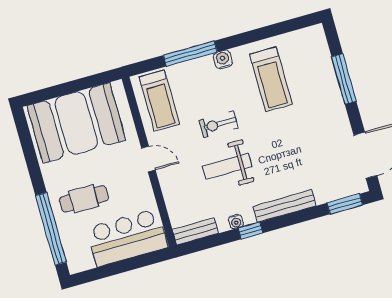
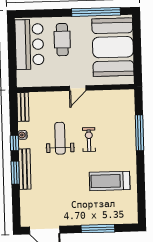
water cooler: (223, 59) -> (130, 153), removed
treadmill: (159, 101) -> (114, 105), removed
window: (345, 204) -> (15, 173), moved
window: (51, 229) -> (96, 12), moved
bar counter: (127, 238) -> (29, 44), moved

